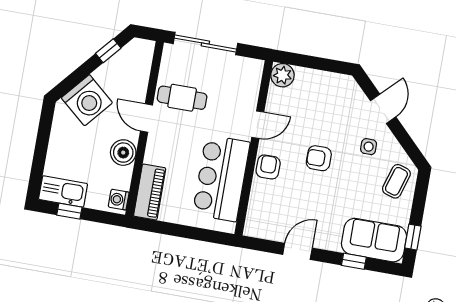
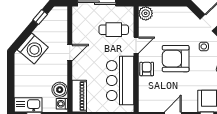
cafe table: (182, 98) -> (114, 30), moved
door: (146, 118) -> (70, 53), swing flipped
boiler: (123, 153) -> (60, 90), moved
armchair: (319, 158) -> (176, 59), width x1.88, depth x1.88

